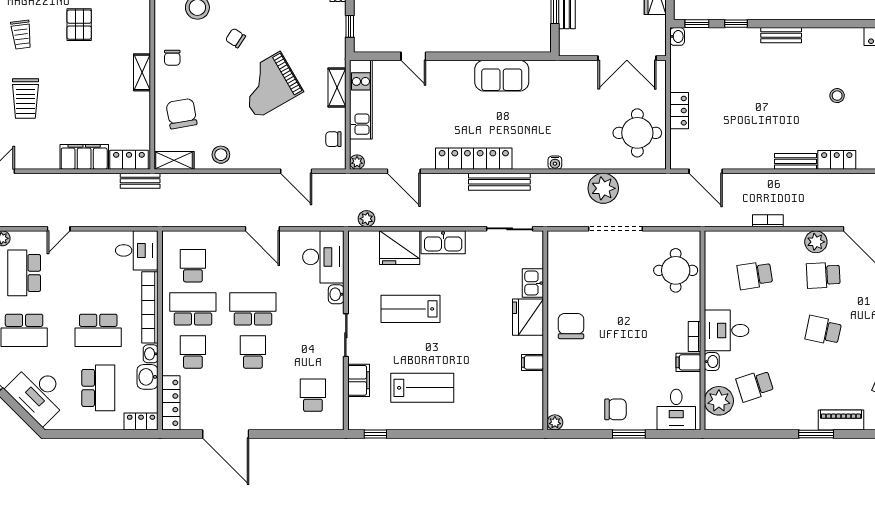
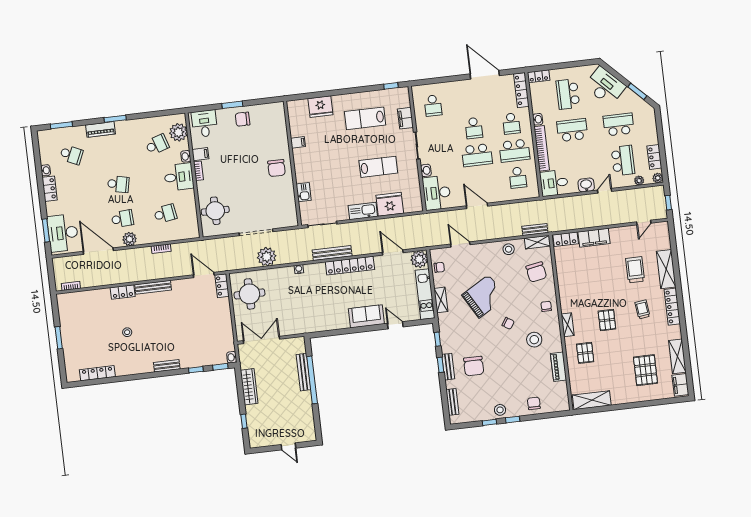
shelving: (142, 72) -> (568, 325), moved
sofa: (502, 76) -> (366, 316), moved
locker: (679, 111) -> (222, 286), moved
bench: (795, 161) -> (153, 287), width x1.36
plant: (357, 162) -> (419, 259), width x1.88, depth x1.88
bench: (140, 181) -> (535, 230), moved
plant: (367, 219) -> (413, 220), removed
fridge: (528, 317) -> (320, 107), moved, turned 90
washbasin: (147, 377) -> (586, 185), moved, turned -90
plant: (555, 422) -> (279, 107), removed

